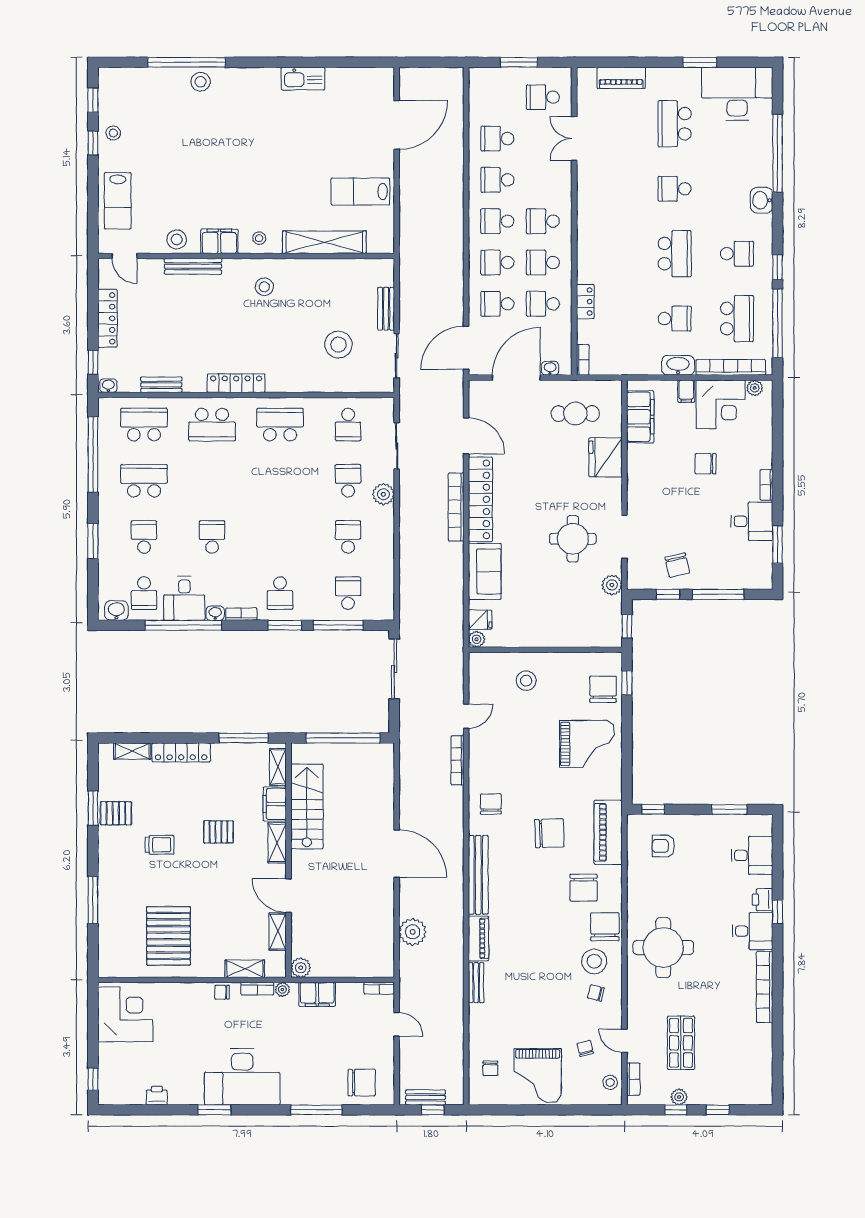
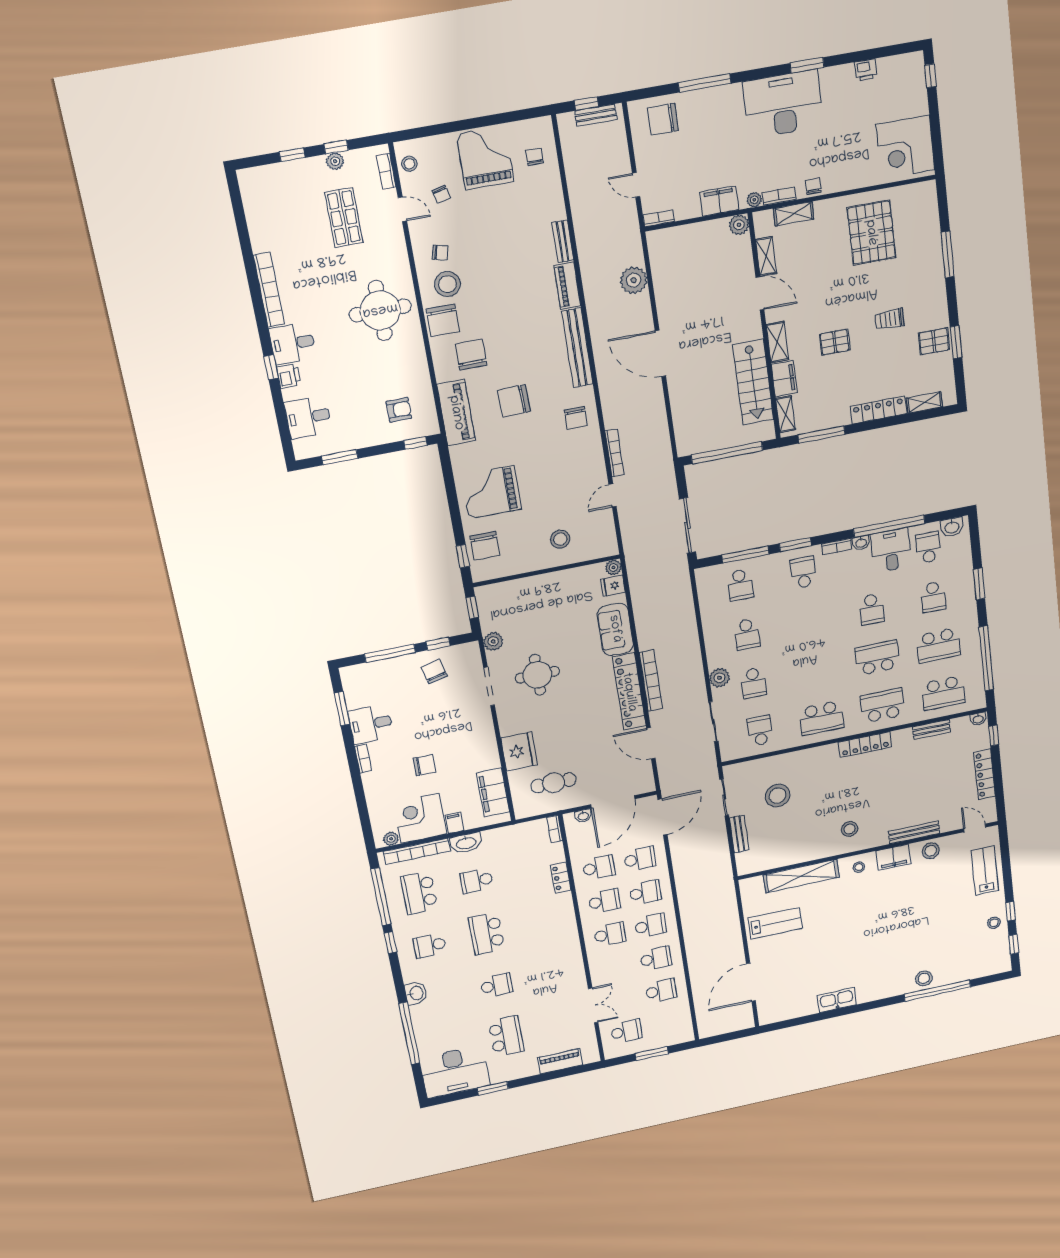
school desk: (212, 481) -> (877, 658), added
chair: (222, 992) -> (813, 186), turned -90

